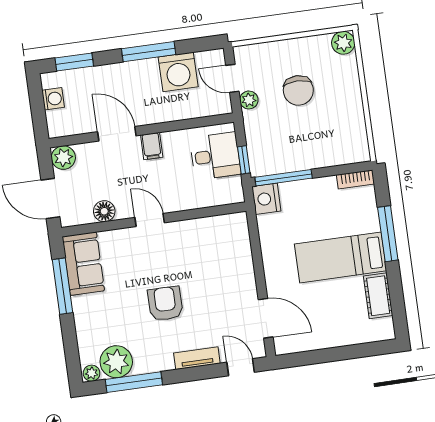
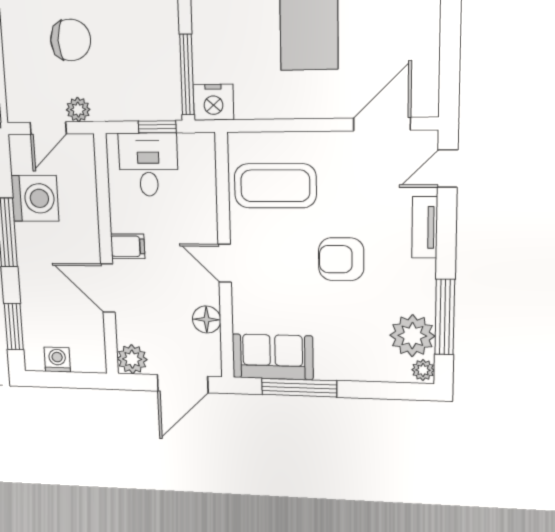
door: (117, 134) -> (108, 288), hinge flipped
door: (150, 220) -> (225, 263), hinge flipped
coffee table: (212, 250) -> (275, 186), added

